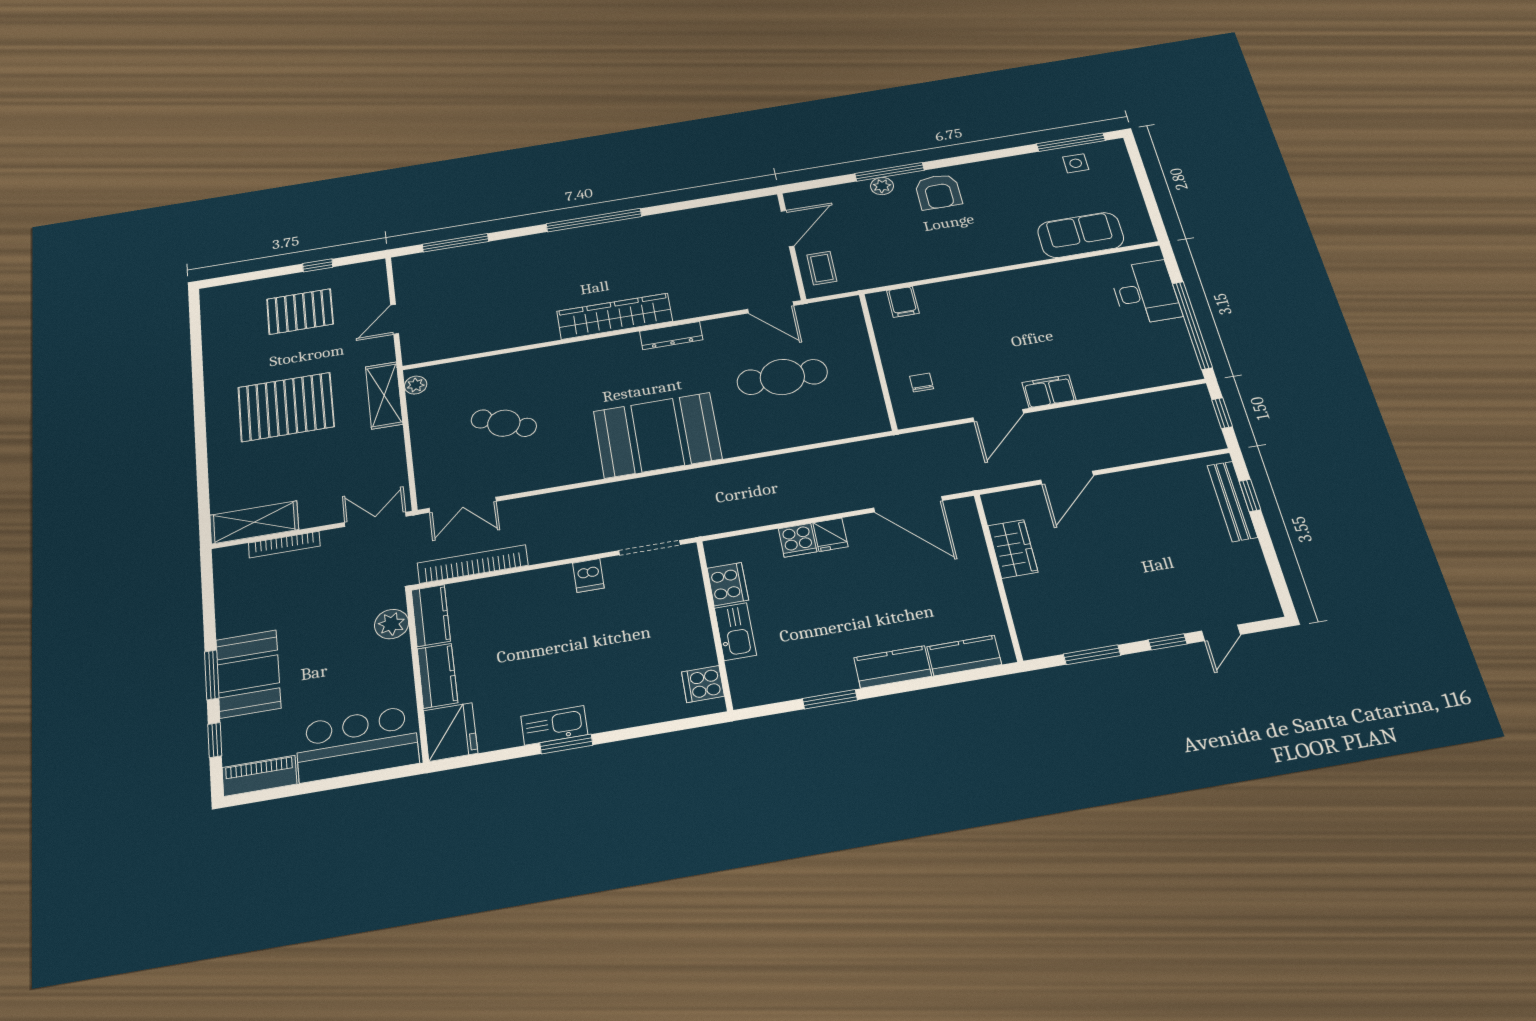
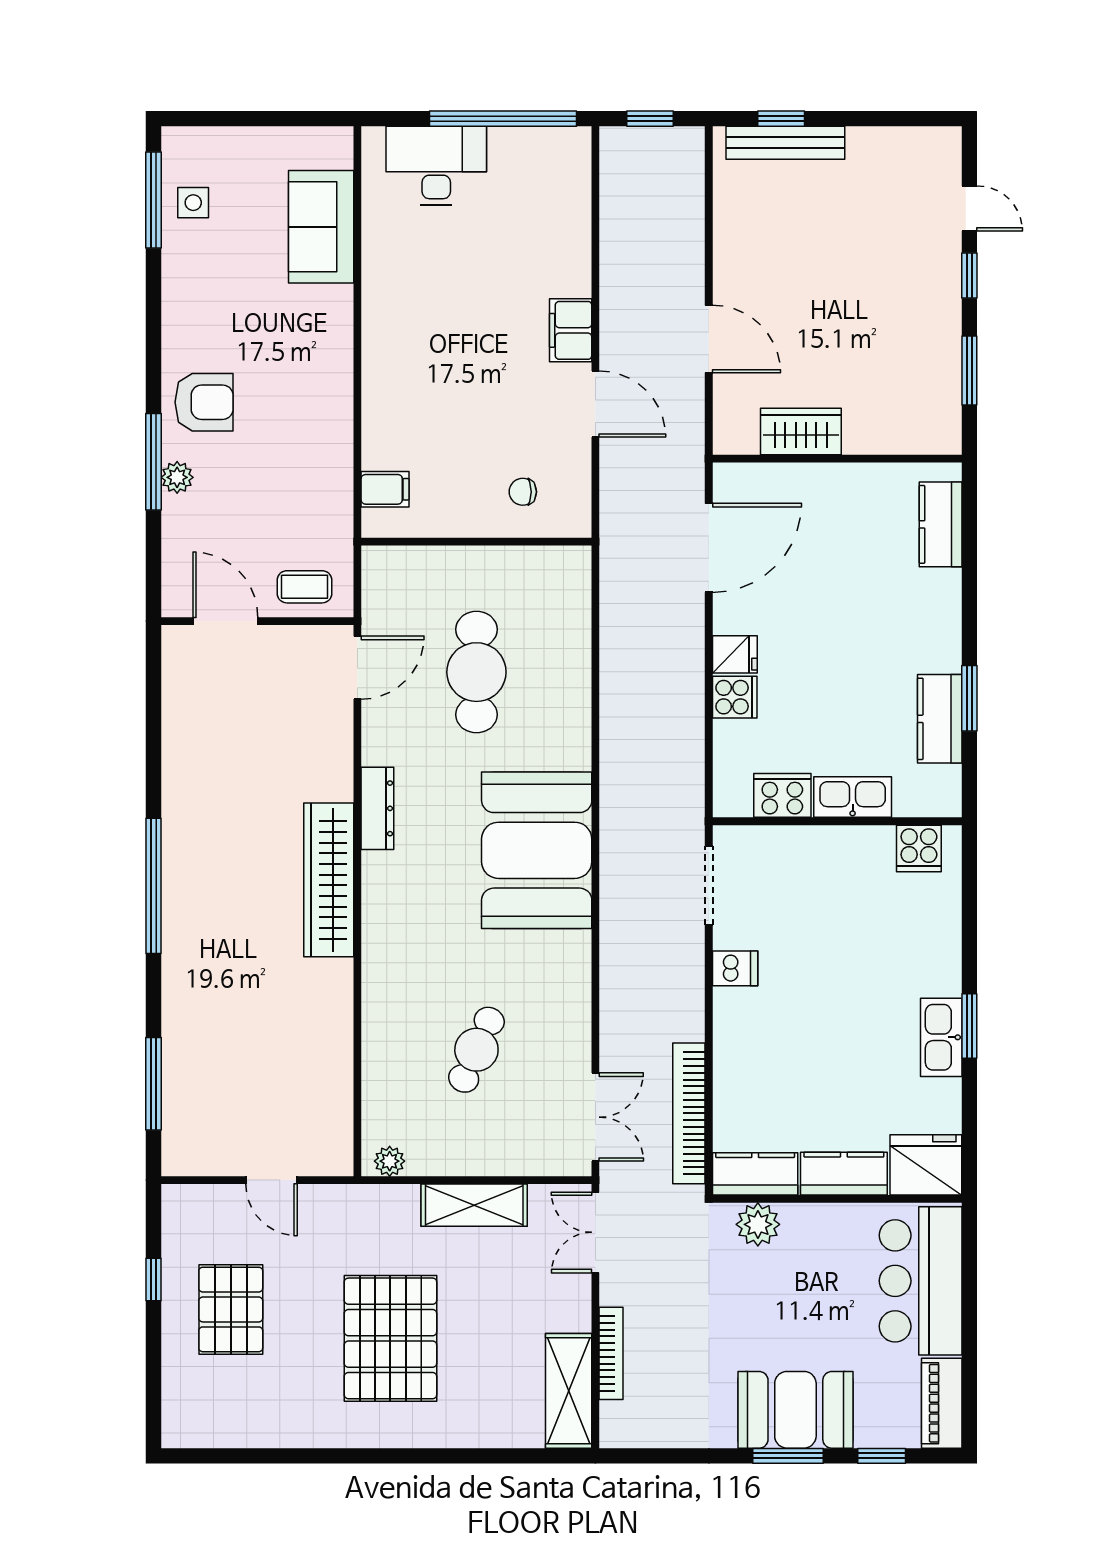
shelving: (384, 395) -> (474, 1205), moved
kitchen counter: (893, 667) -> (940, 719), moved

